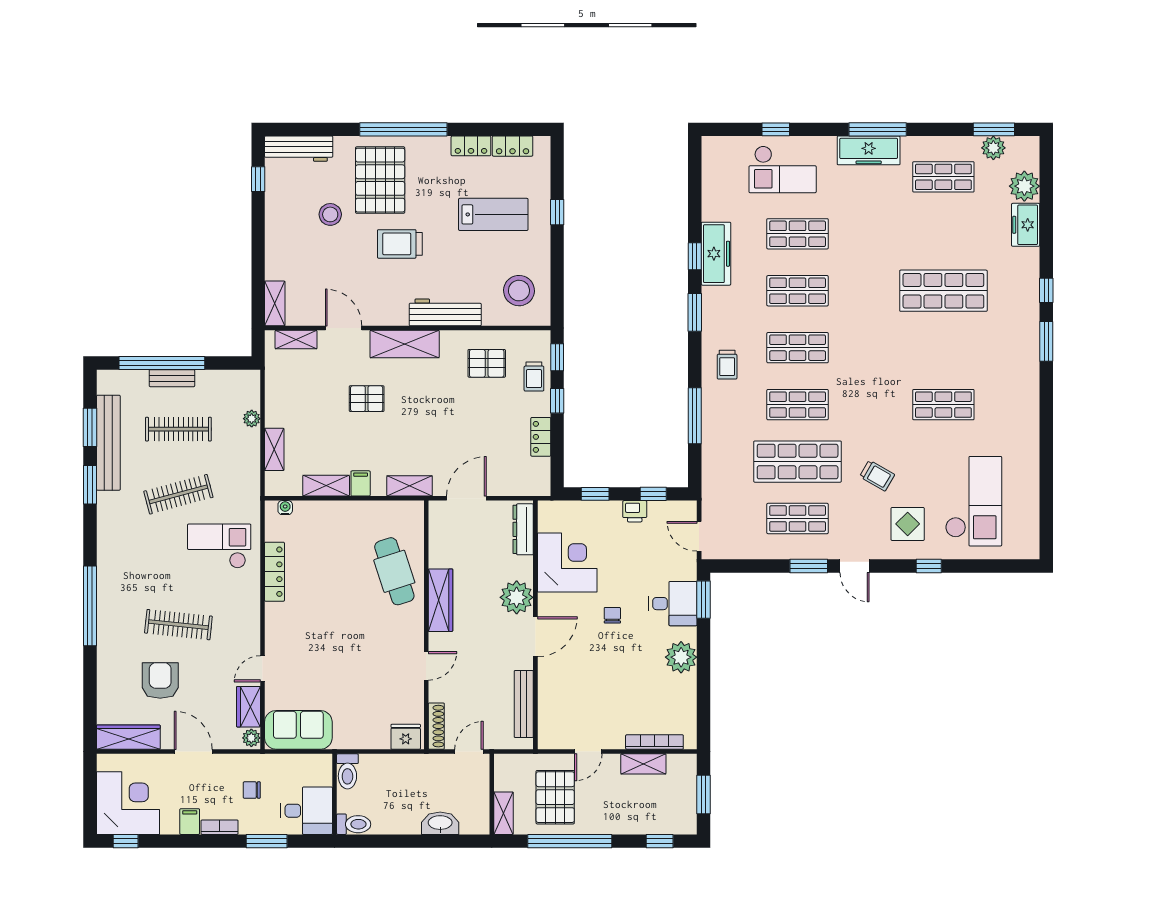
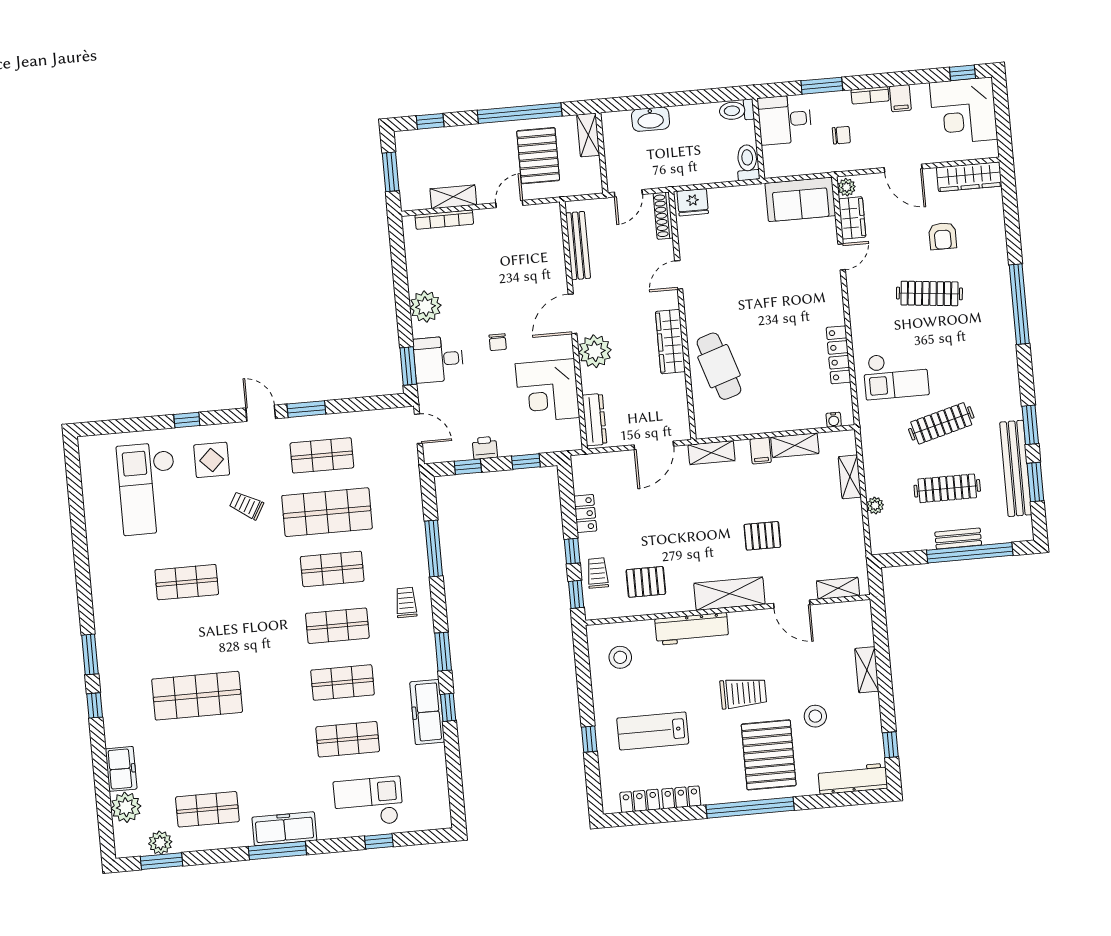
stool: (519, 291) -> (620, 657), width x0.73, depth x0.73
shelving: (275, 303) -> (867, 670), moved
armchair: (160, 681) -> (943, 236), width x0.72, depth x0.72

